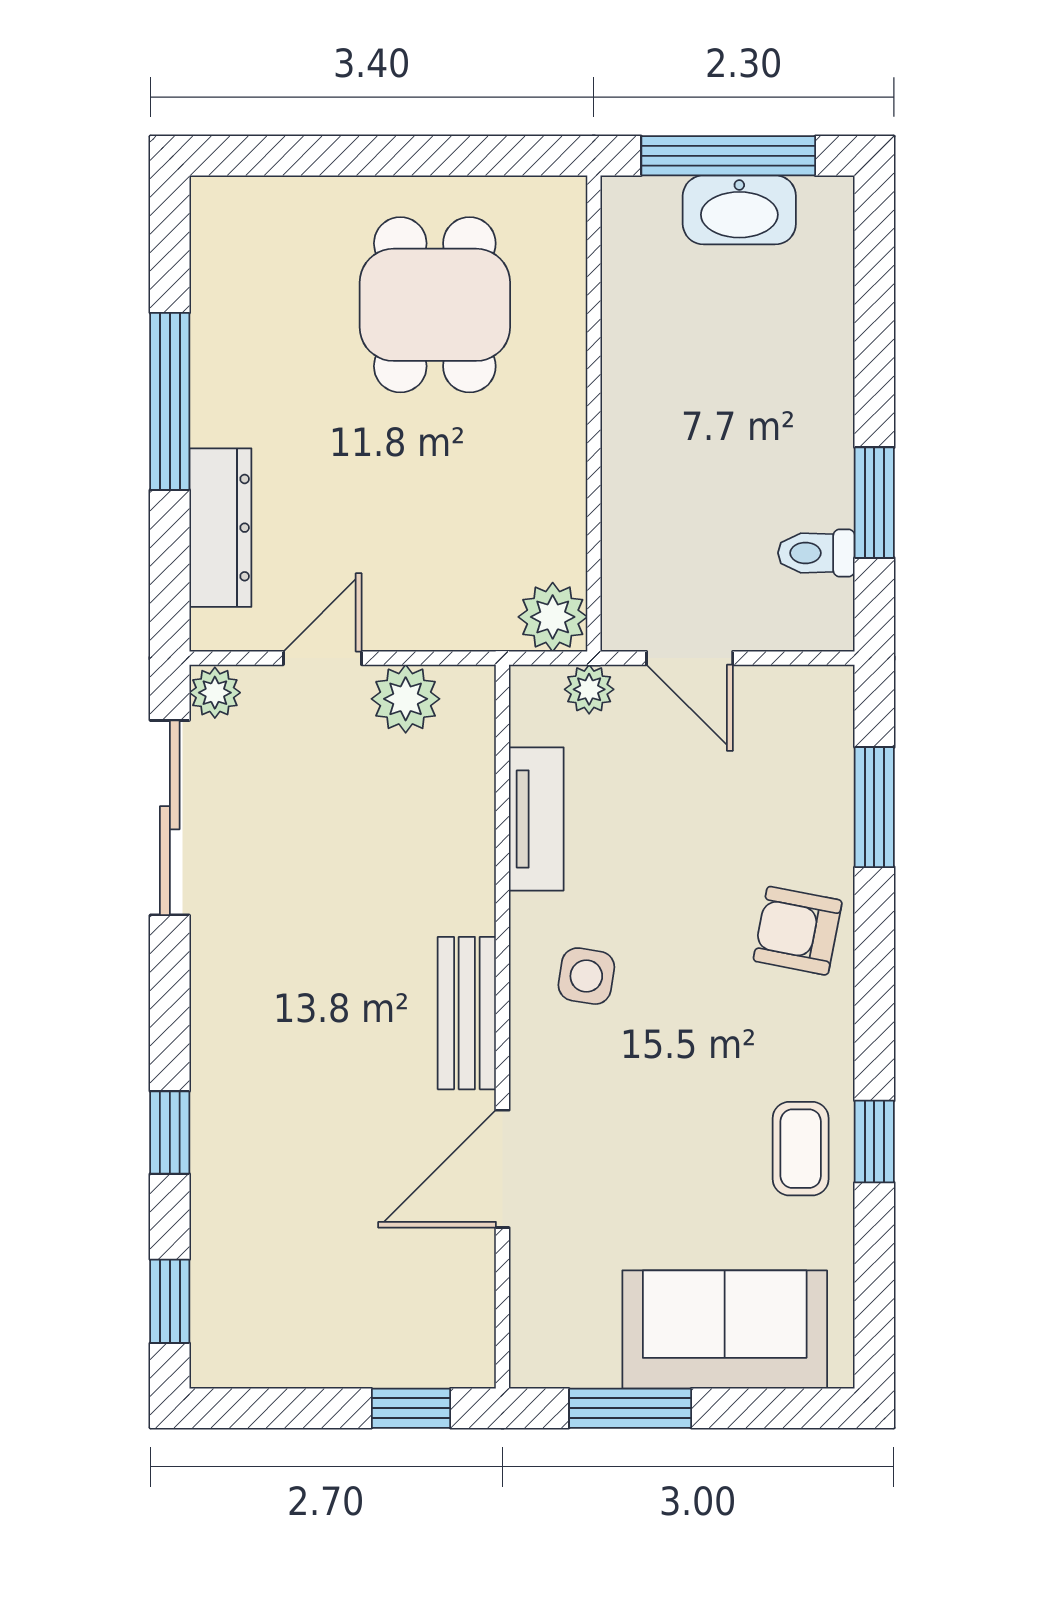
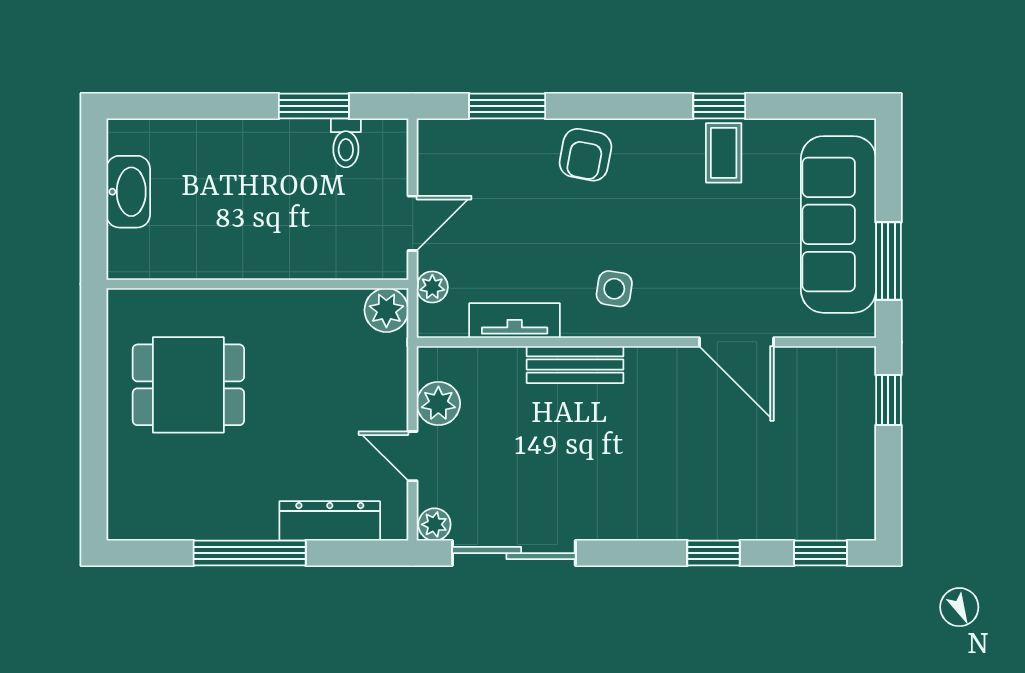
window: (728, 156) -> (94, 199), removed
bench: (467, 1013) -> (575, 365), moved
coffee table: (801, 1149) -> (724, 153), turned 90
sofa: (725, 1330) -> (838, 224), width x1.36

